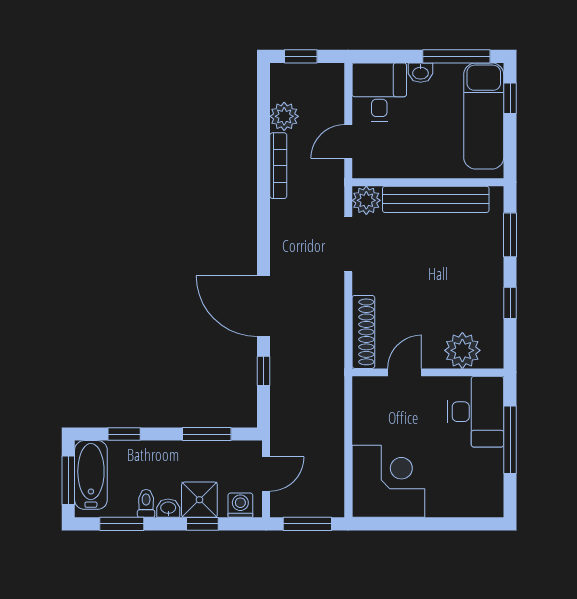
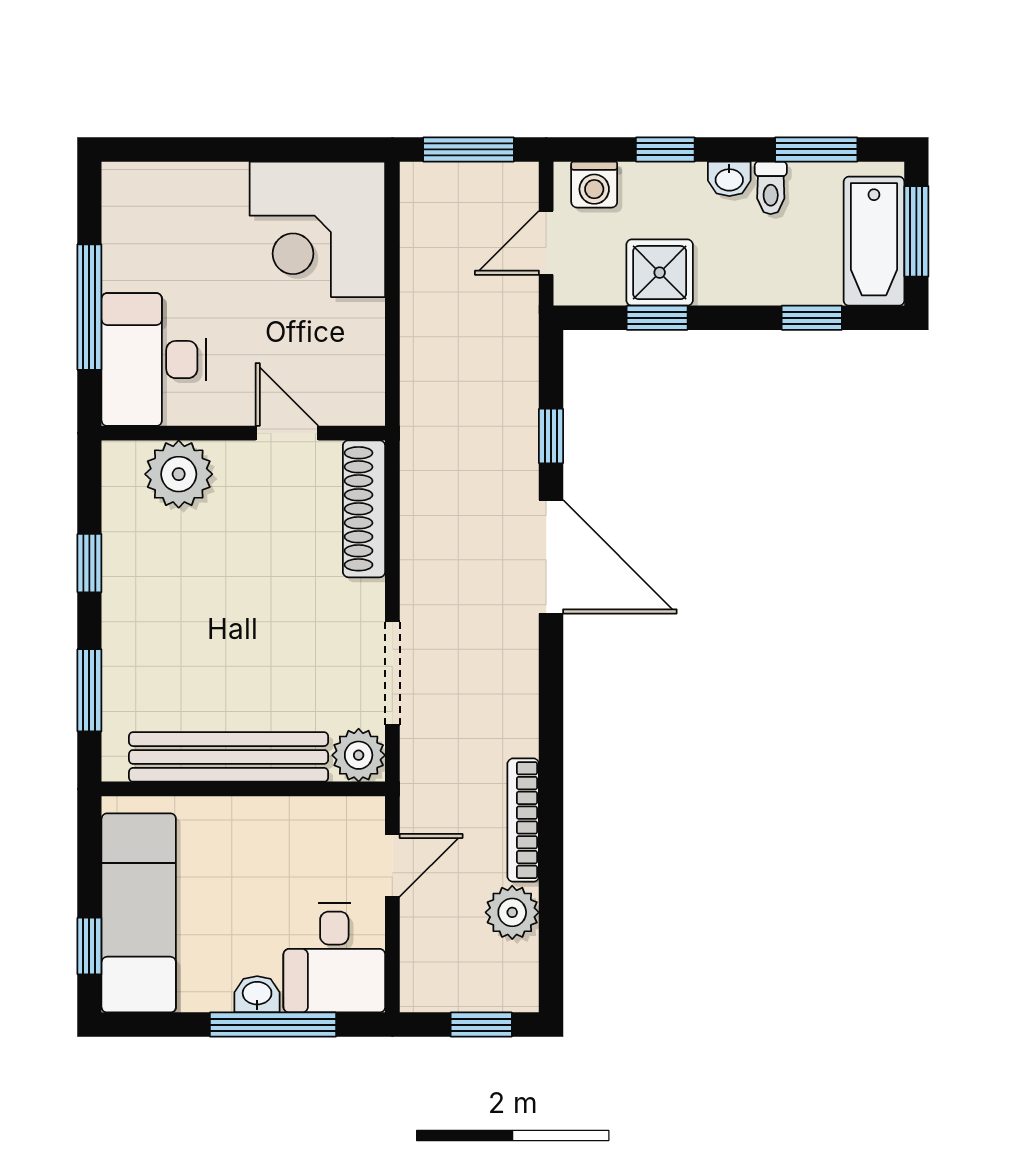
window: (456, 56) -> (273, 1025), moved
door: (405, 372) -> (287, 433), swing flipped
window: (207, 434) -> (657, 318), width x0.67
shower: (199, 500) -> (660, 273), moved

